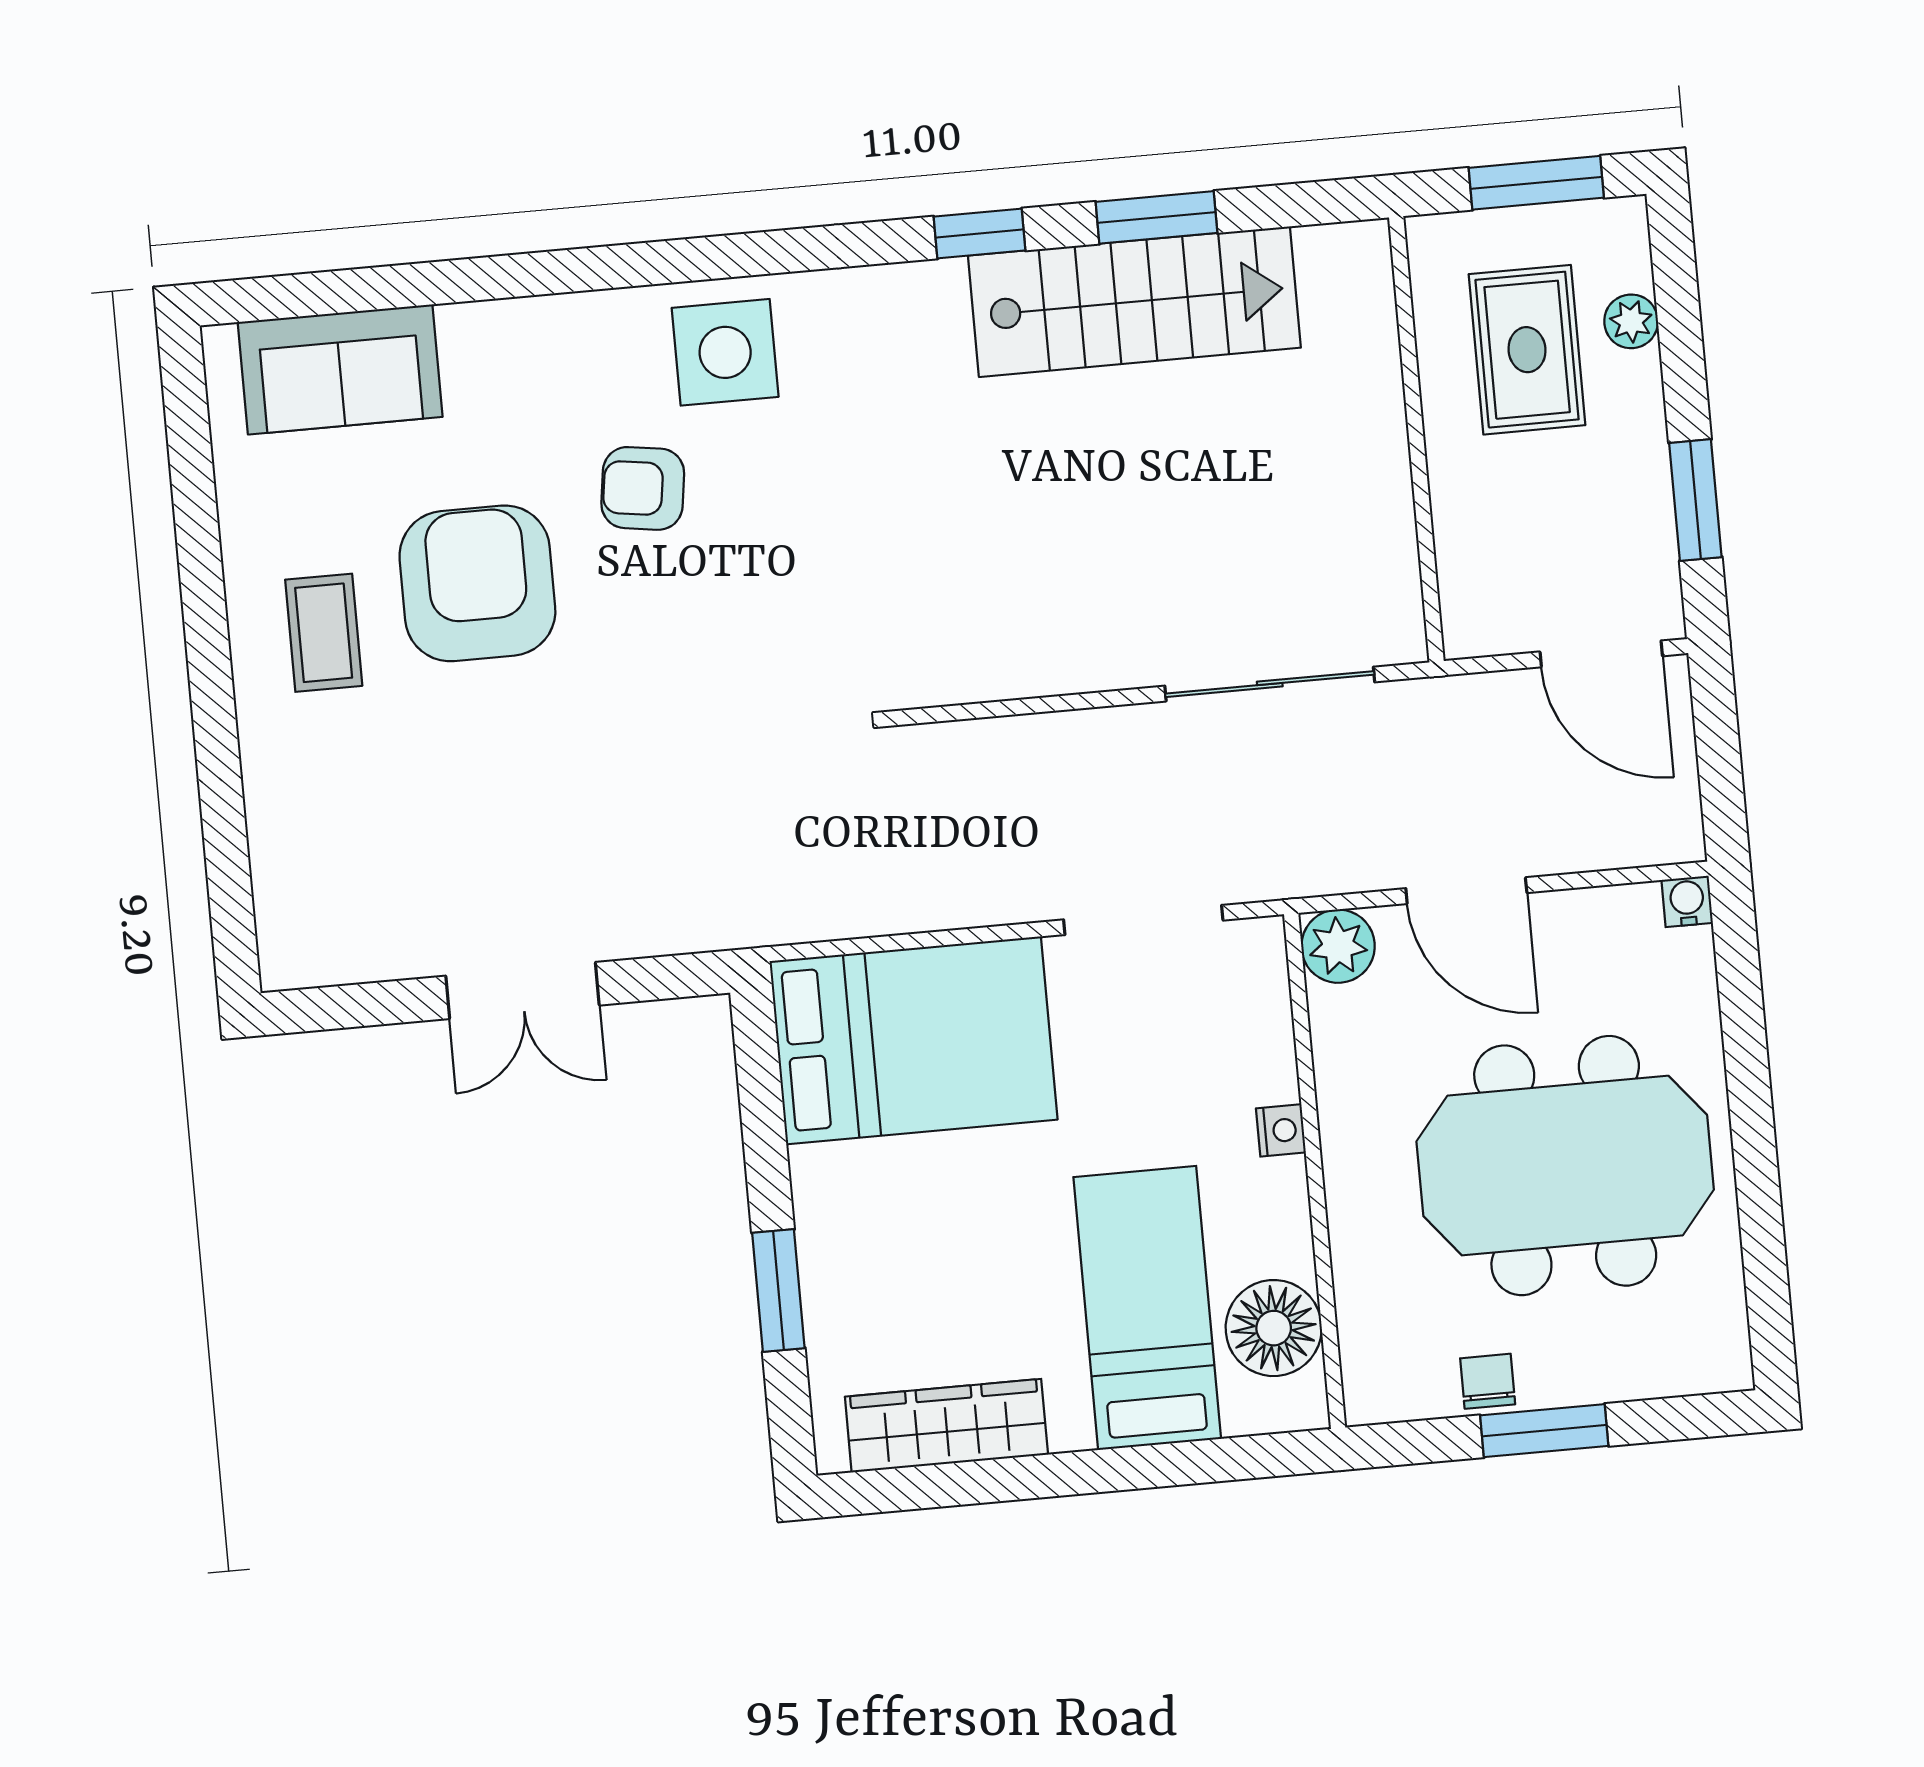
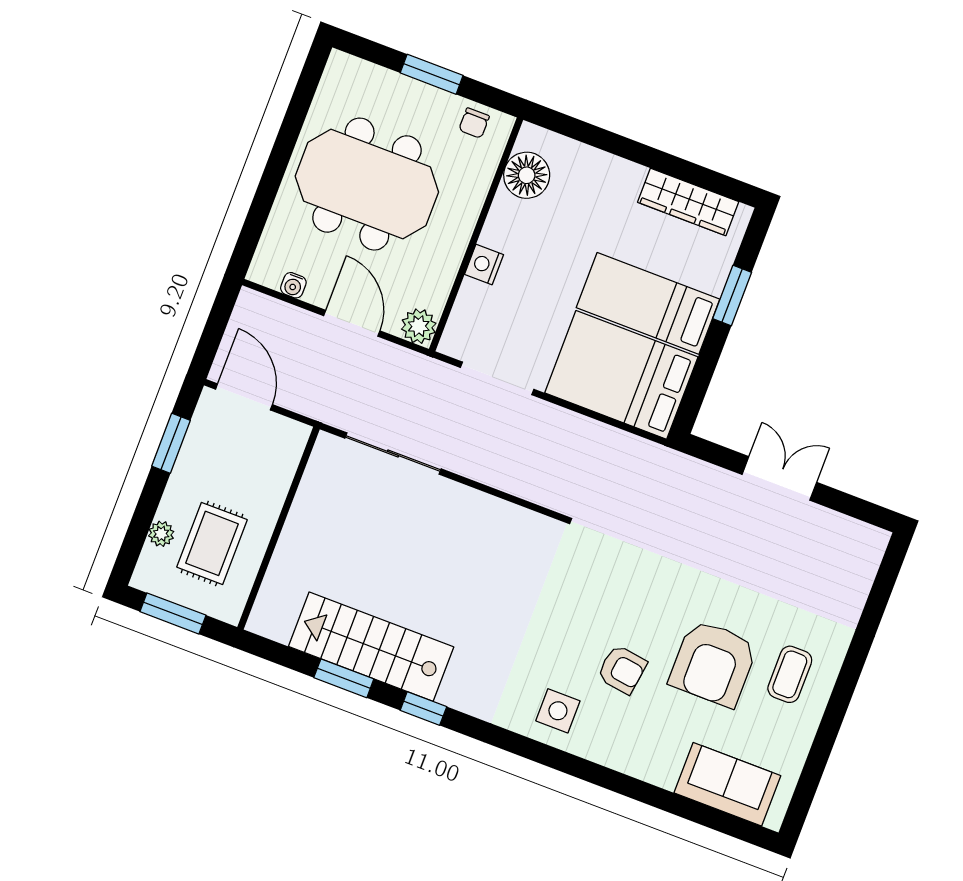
side table: (725, 352) -> (558, 711), width x0.73, depth x0.73
water cooler: (1687, 901) -> (293, 285), moved
nightstand: (1281, 1130) -> (484, 264), width x1.39, depth x1.35
bed: (1147, 1308) -> (648, 303), moved, turned 90
chair: (1488, 1381) -> (474, 123), moved

